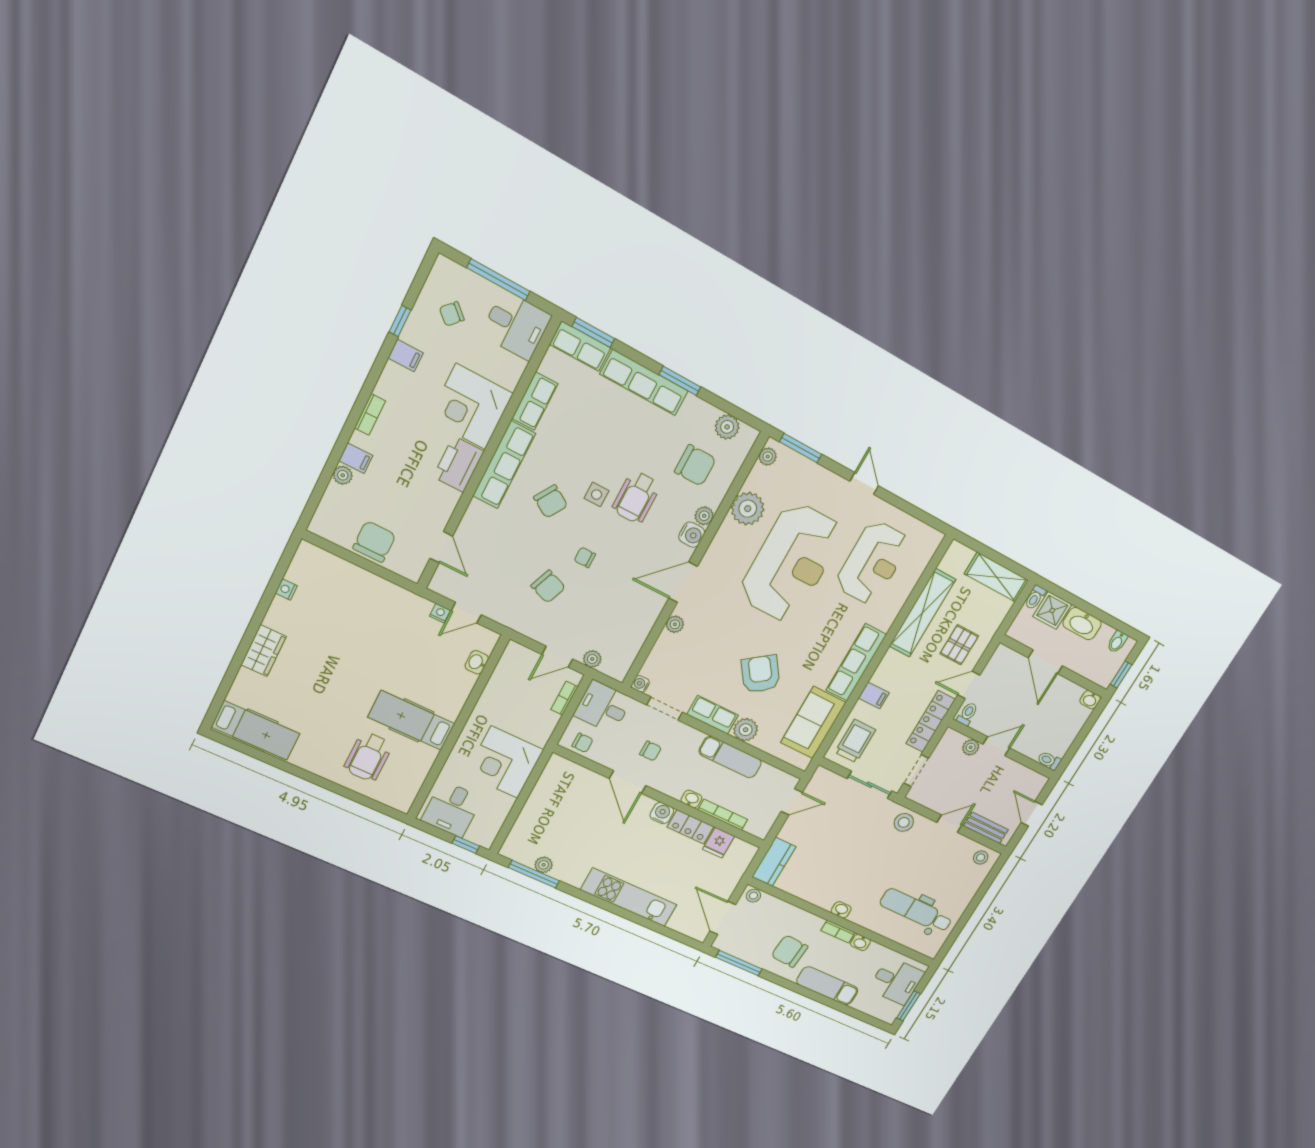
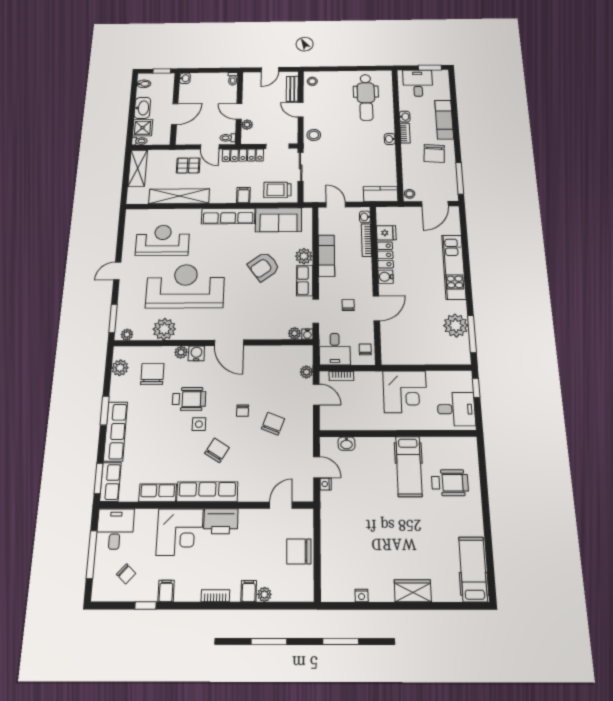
plant: (675, 624) -> (295, 333), moved
washbasin: (691, 799) -> (365, 217), moved
plant: (544, 865) -> (456, 326), width x1.88, depth x1.88

